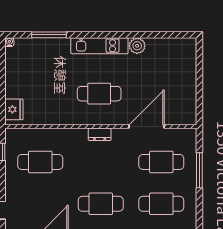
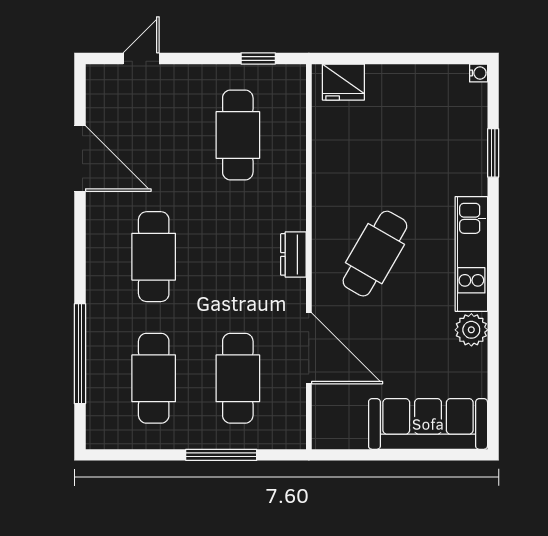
window: (49, 35) -> (493, 153), width x0.69
sofa: (184, 67) -> (428, 424), added
cafe table: (99, 94) -> (375, 254), turned 30

